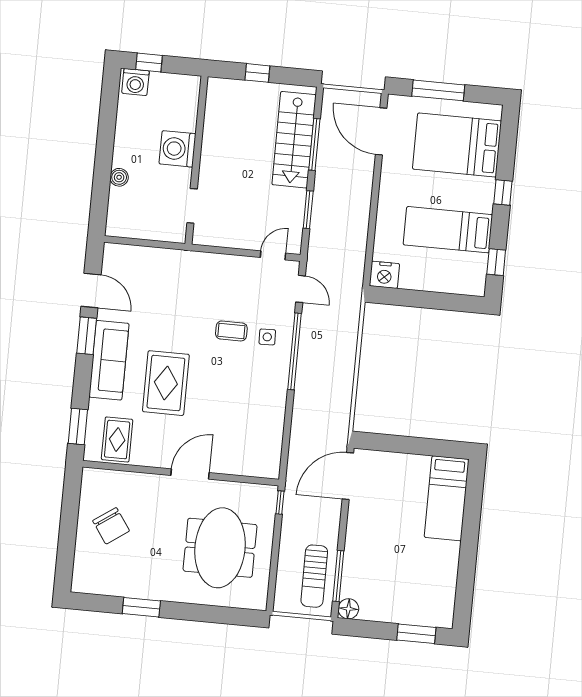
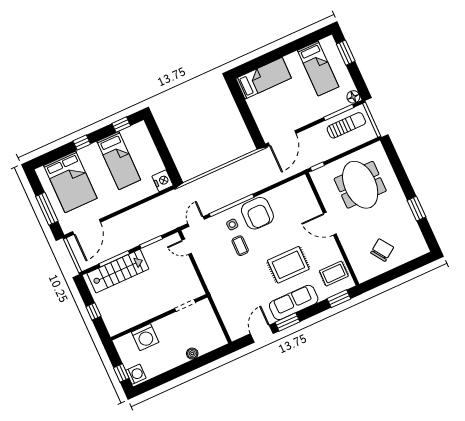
washing machine: (178, 149) -> (145, 337), moved
armchair: (263, 381) -> (257, 213), added
door: (348, 476) -> (282, 138), hinge flipped
meeting table: (220, 548) -> (360, 185), turned 90
bed: (416, 582) -> (318, 68), added

